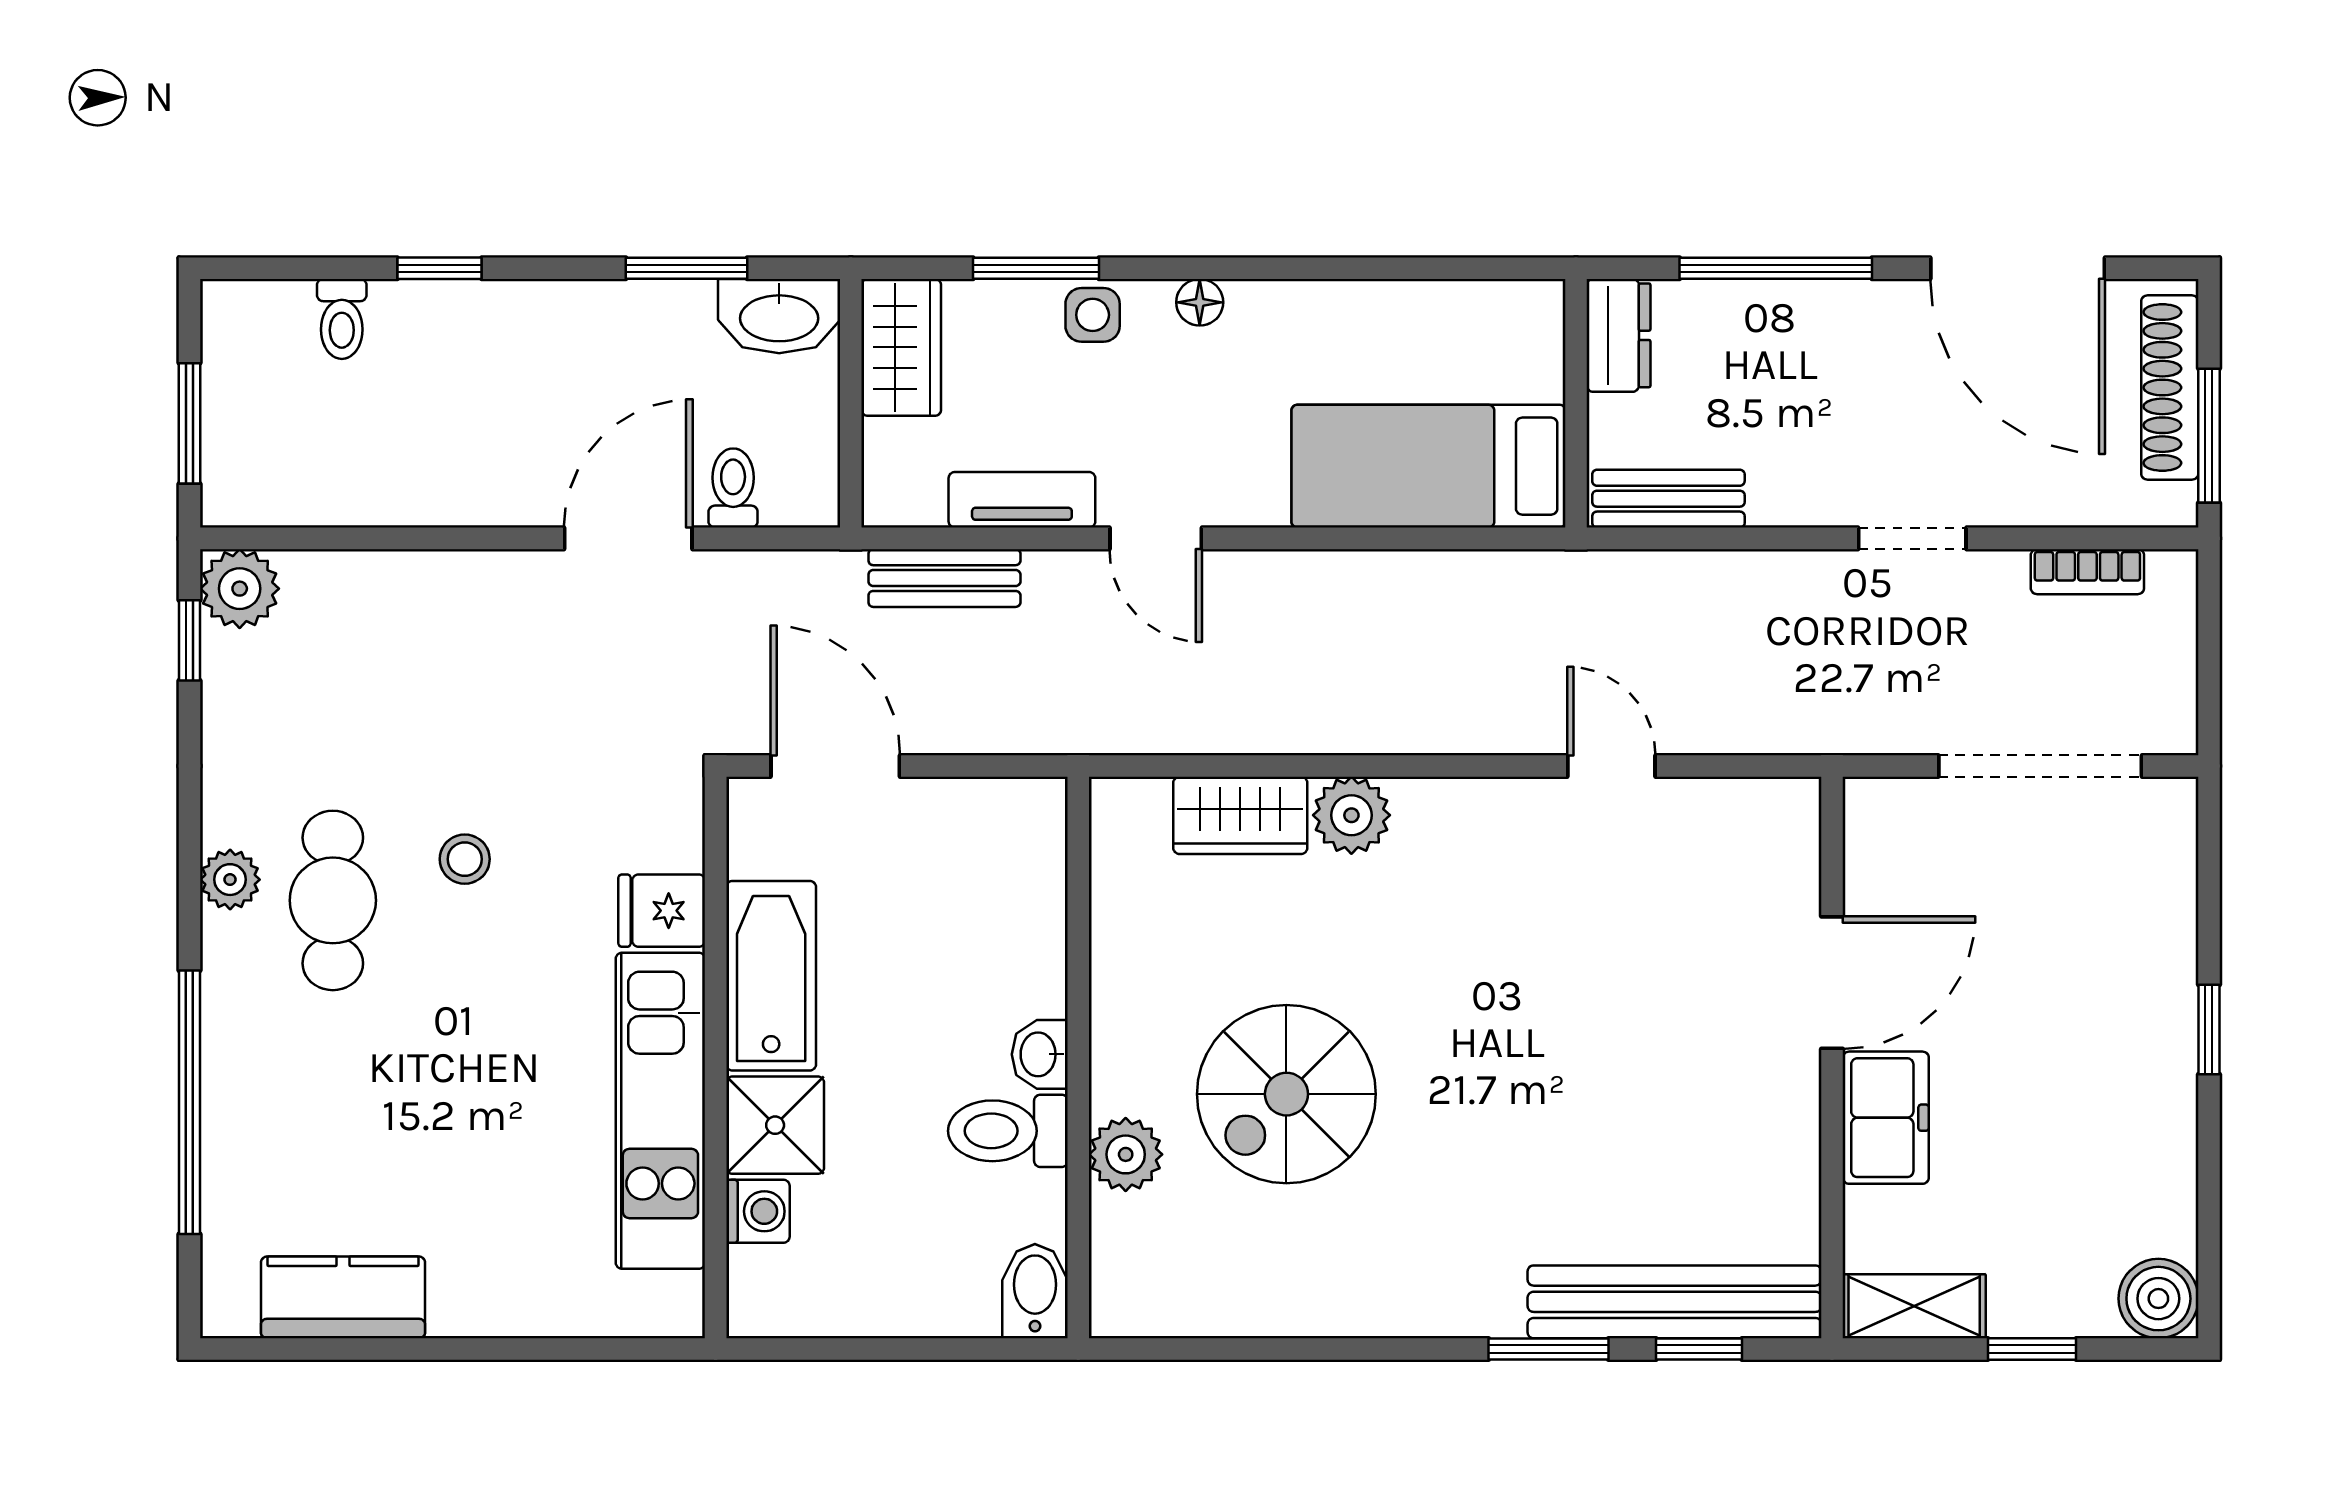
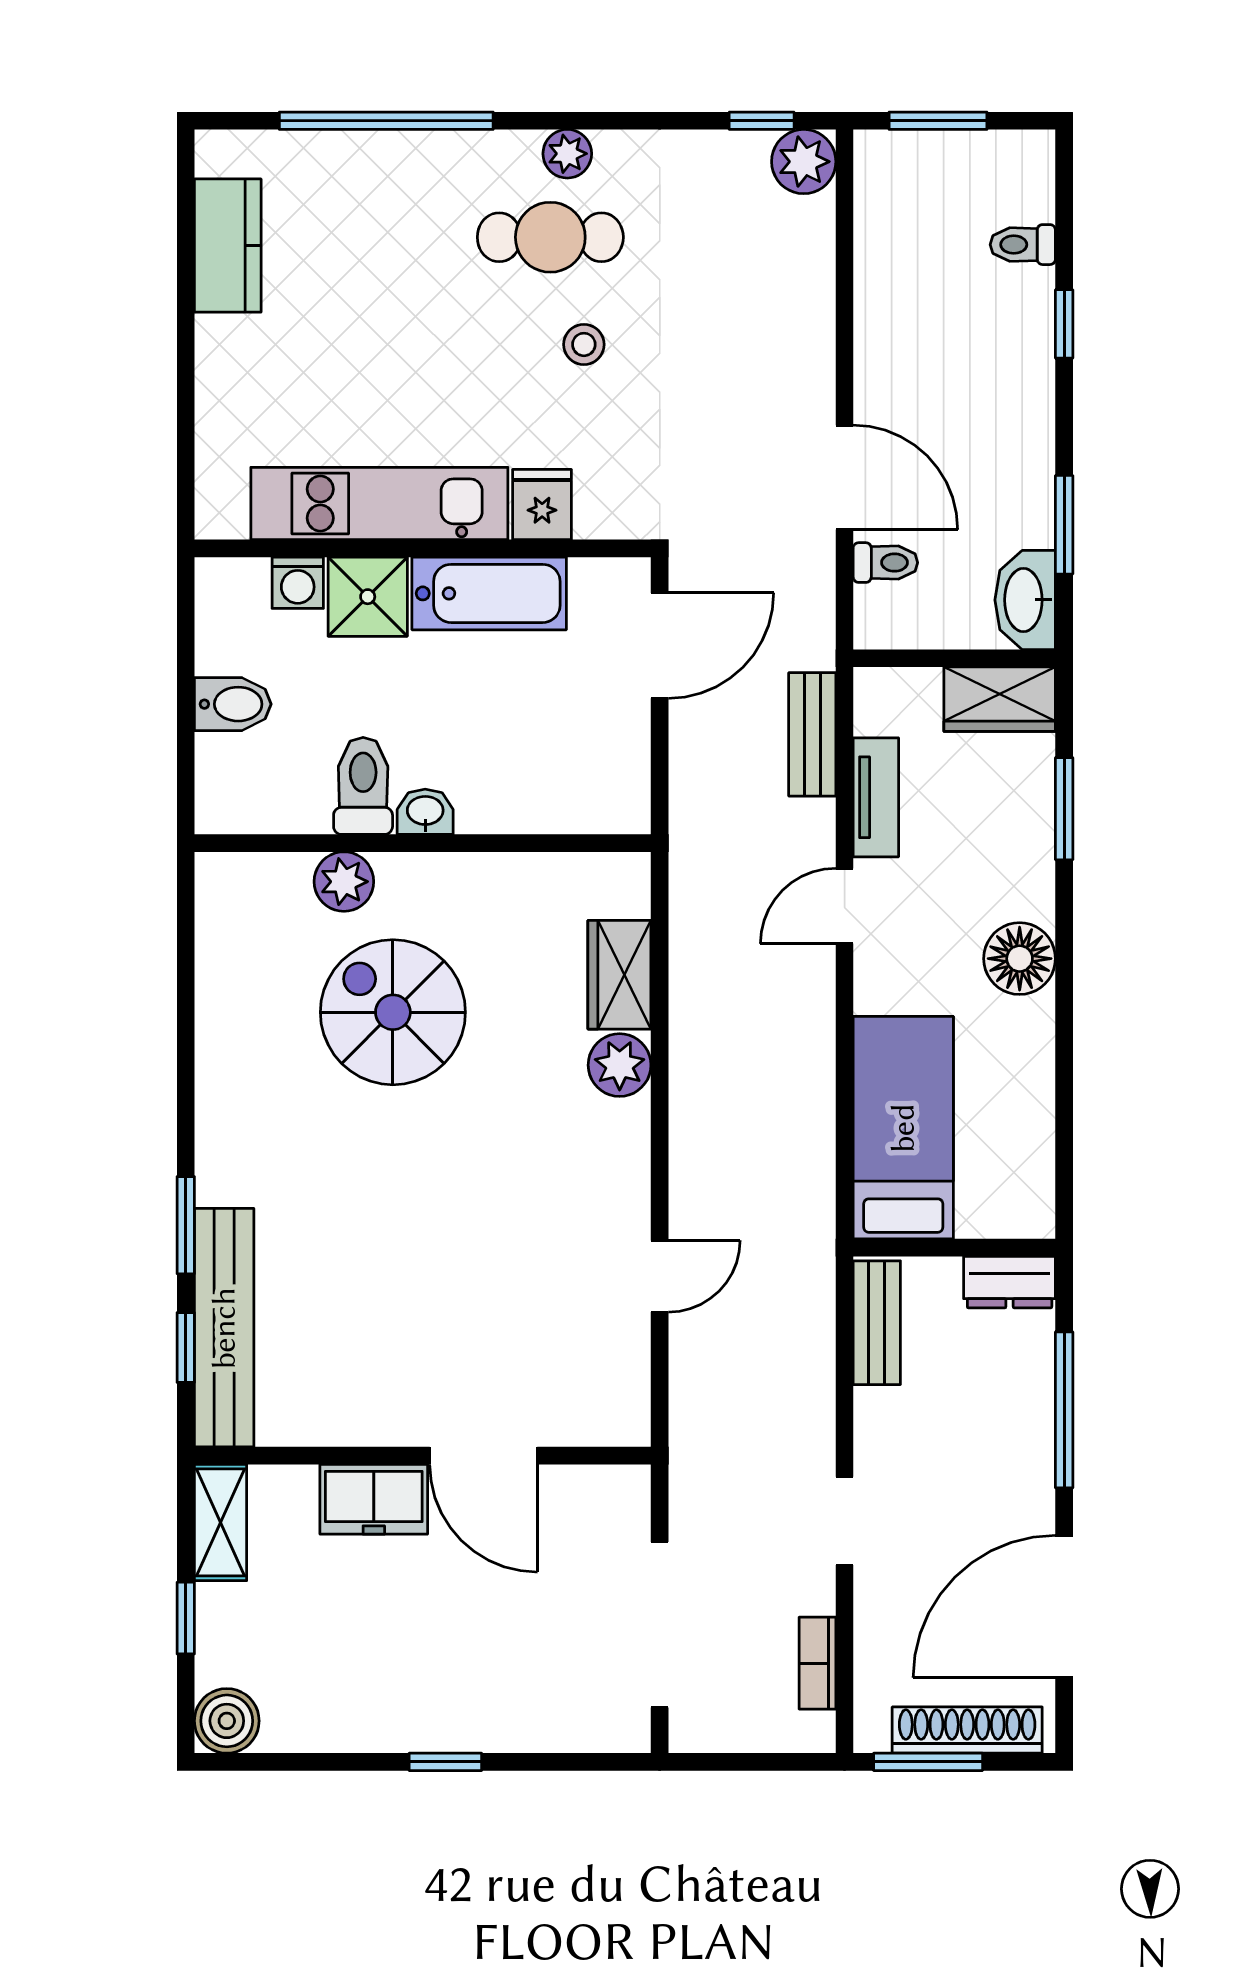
floor lamp: (1200, 302) -> (1020, 959), width x1.89, depth x1.89
side table: (1093, 315) -> (1026, 855), removed
bidet: (1035, 1291) -> (233, 704), moved

